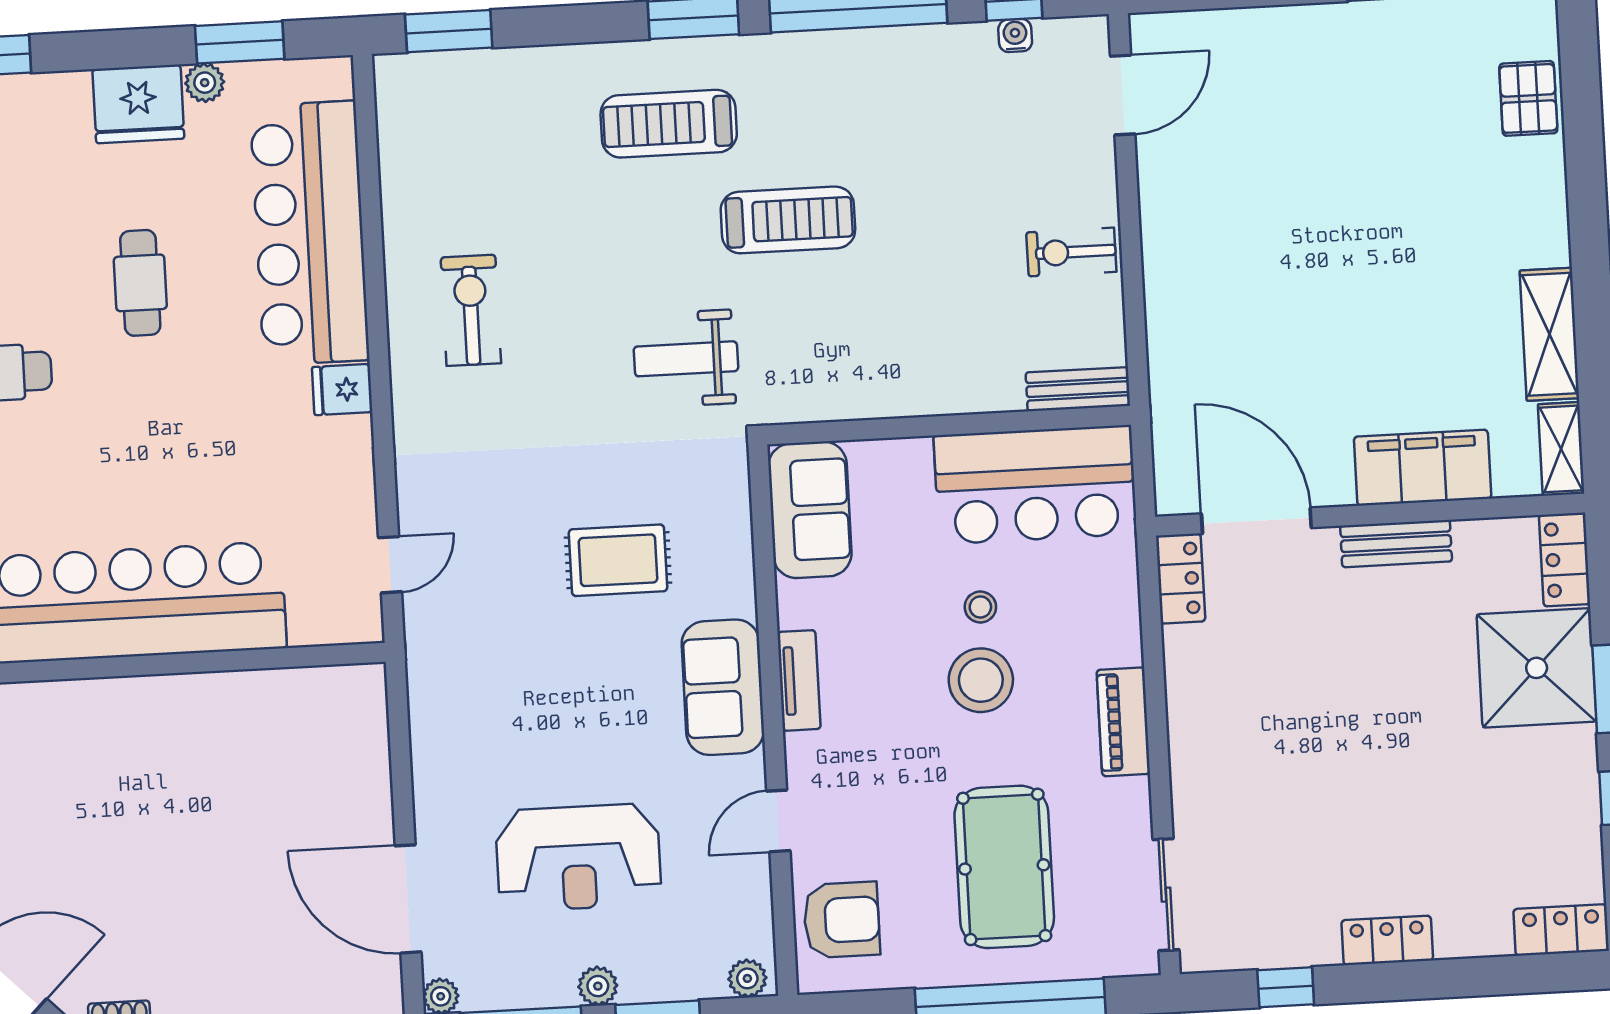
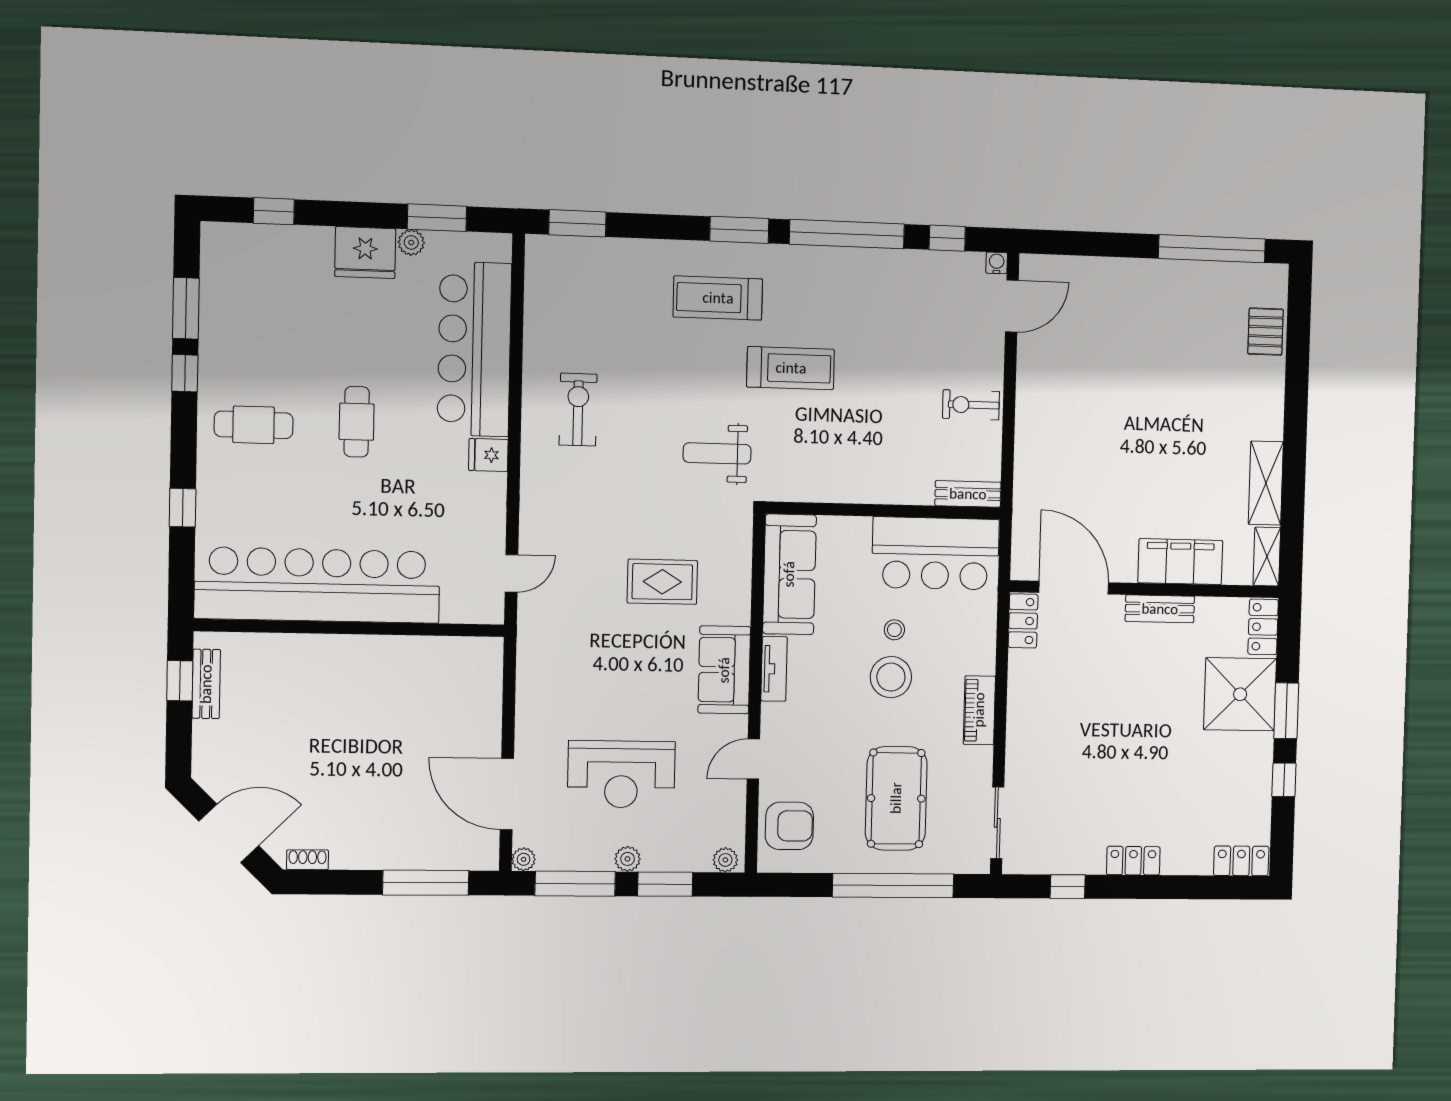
water cooler: (1015, 35) -> (997, 263), moved
cafe table: (140, 283) -> (357, 422), moved
sofa: (810, 510) -> (789, 574), width x1.36

